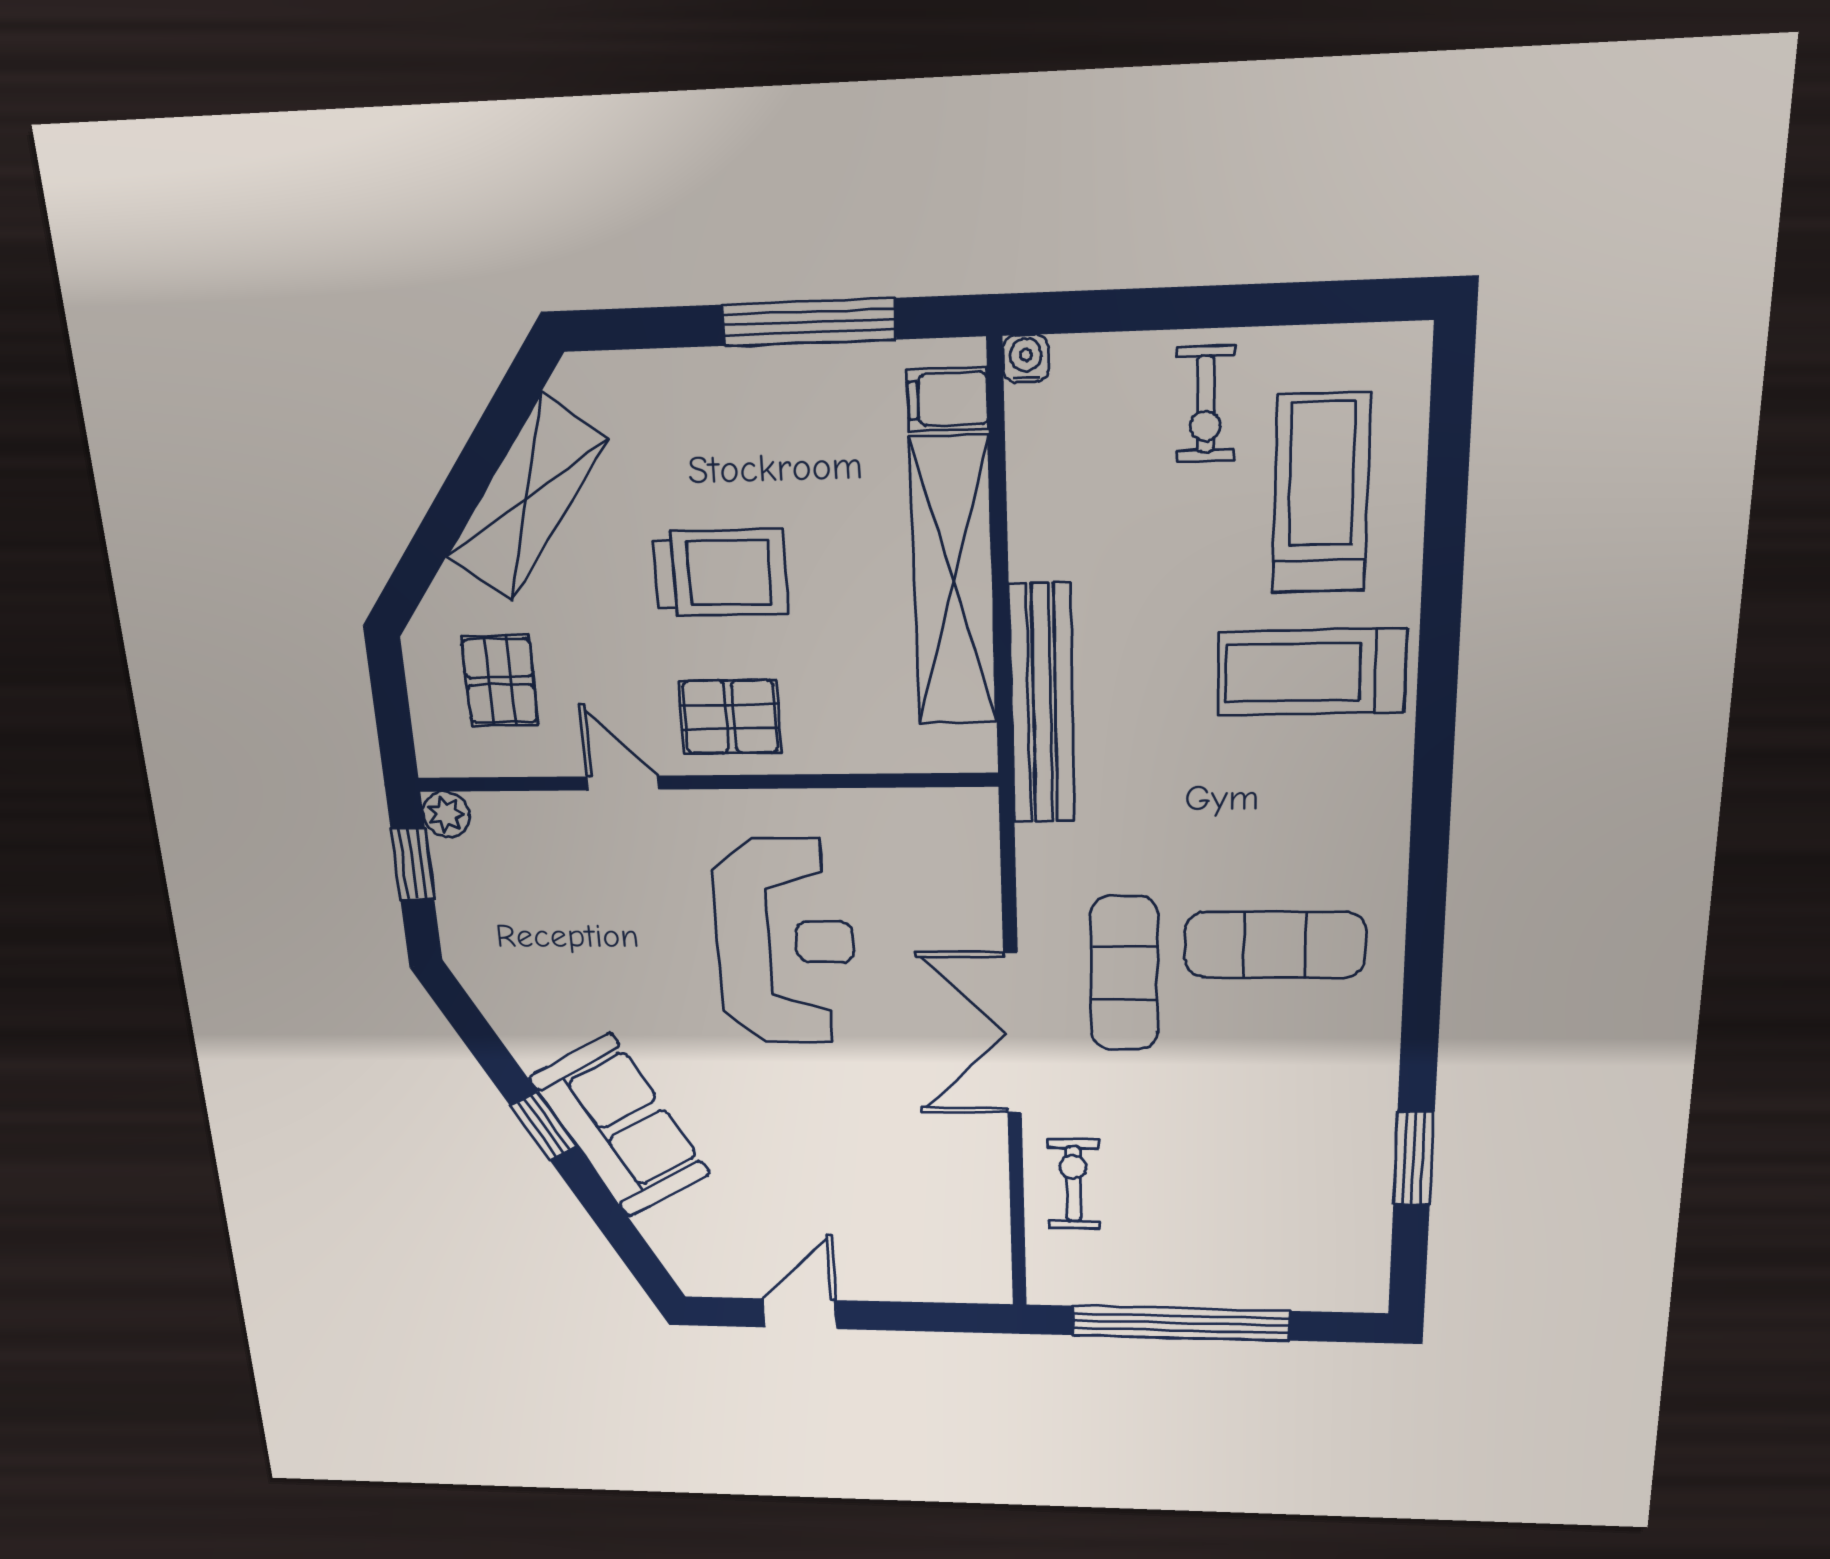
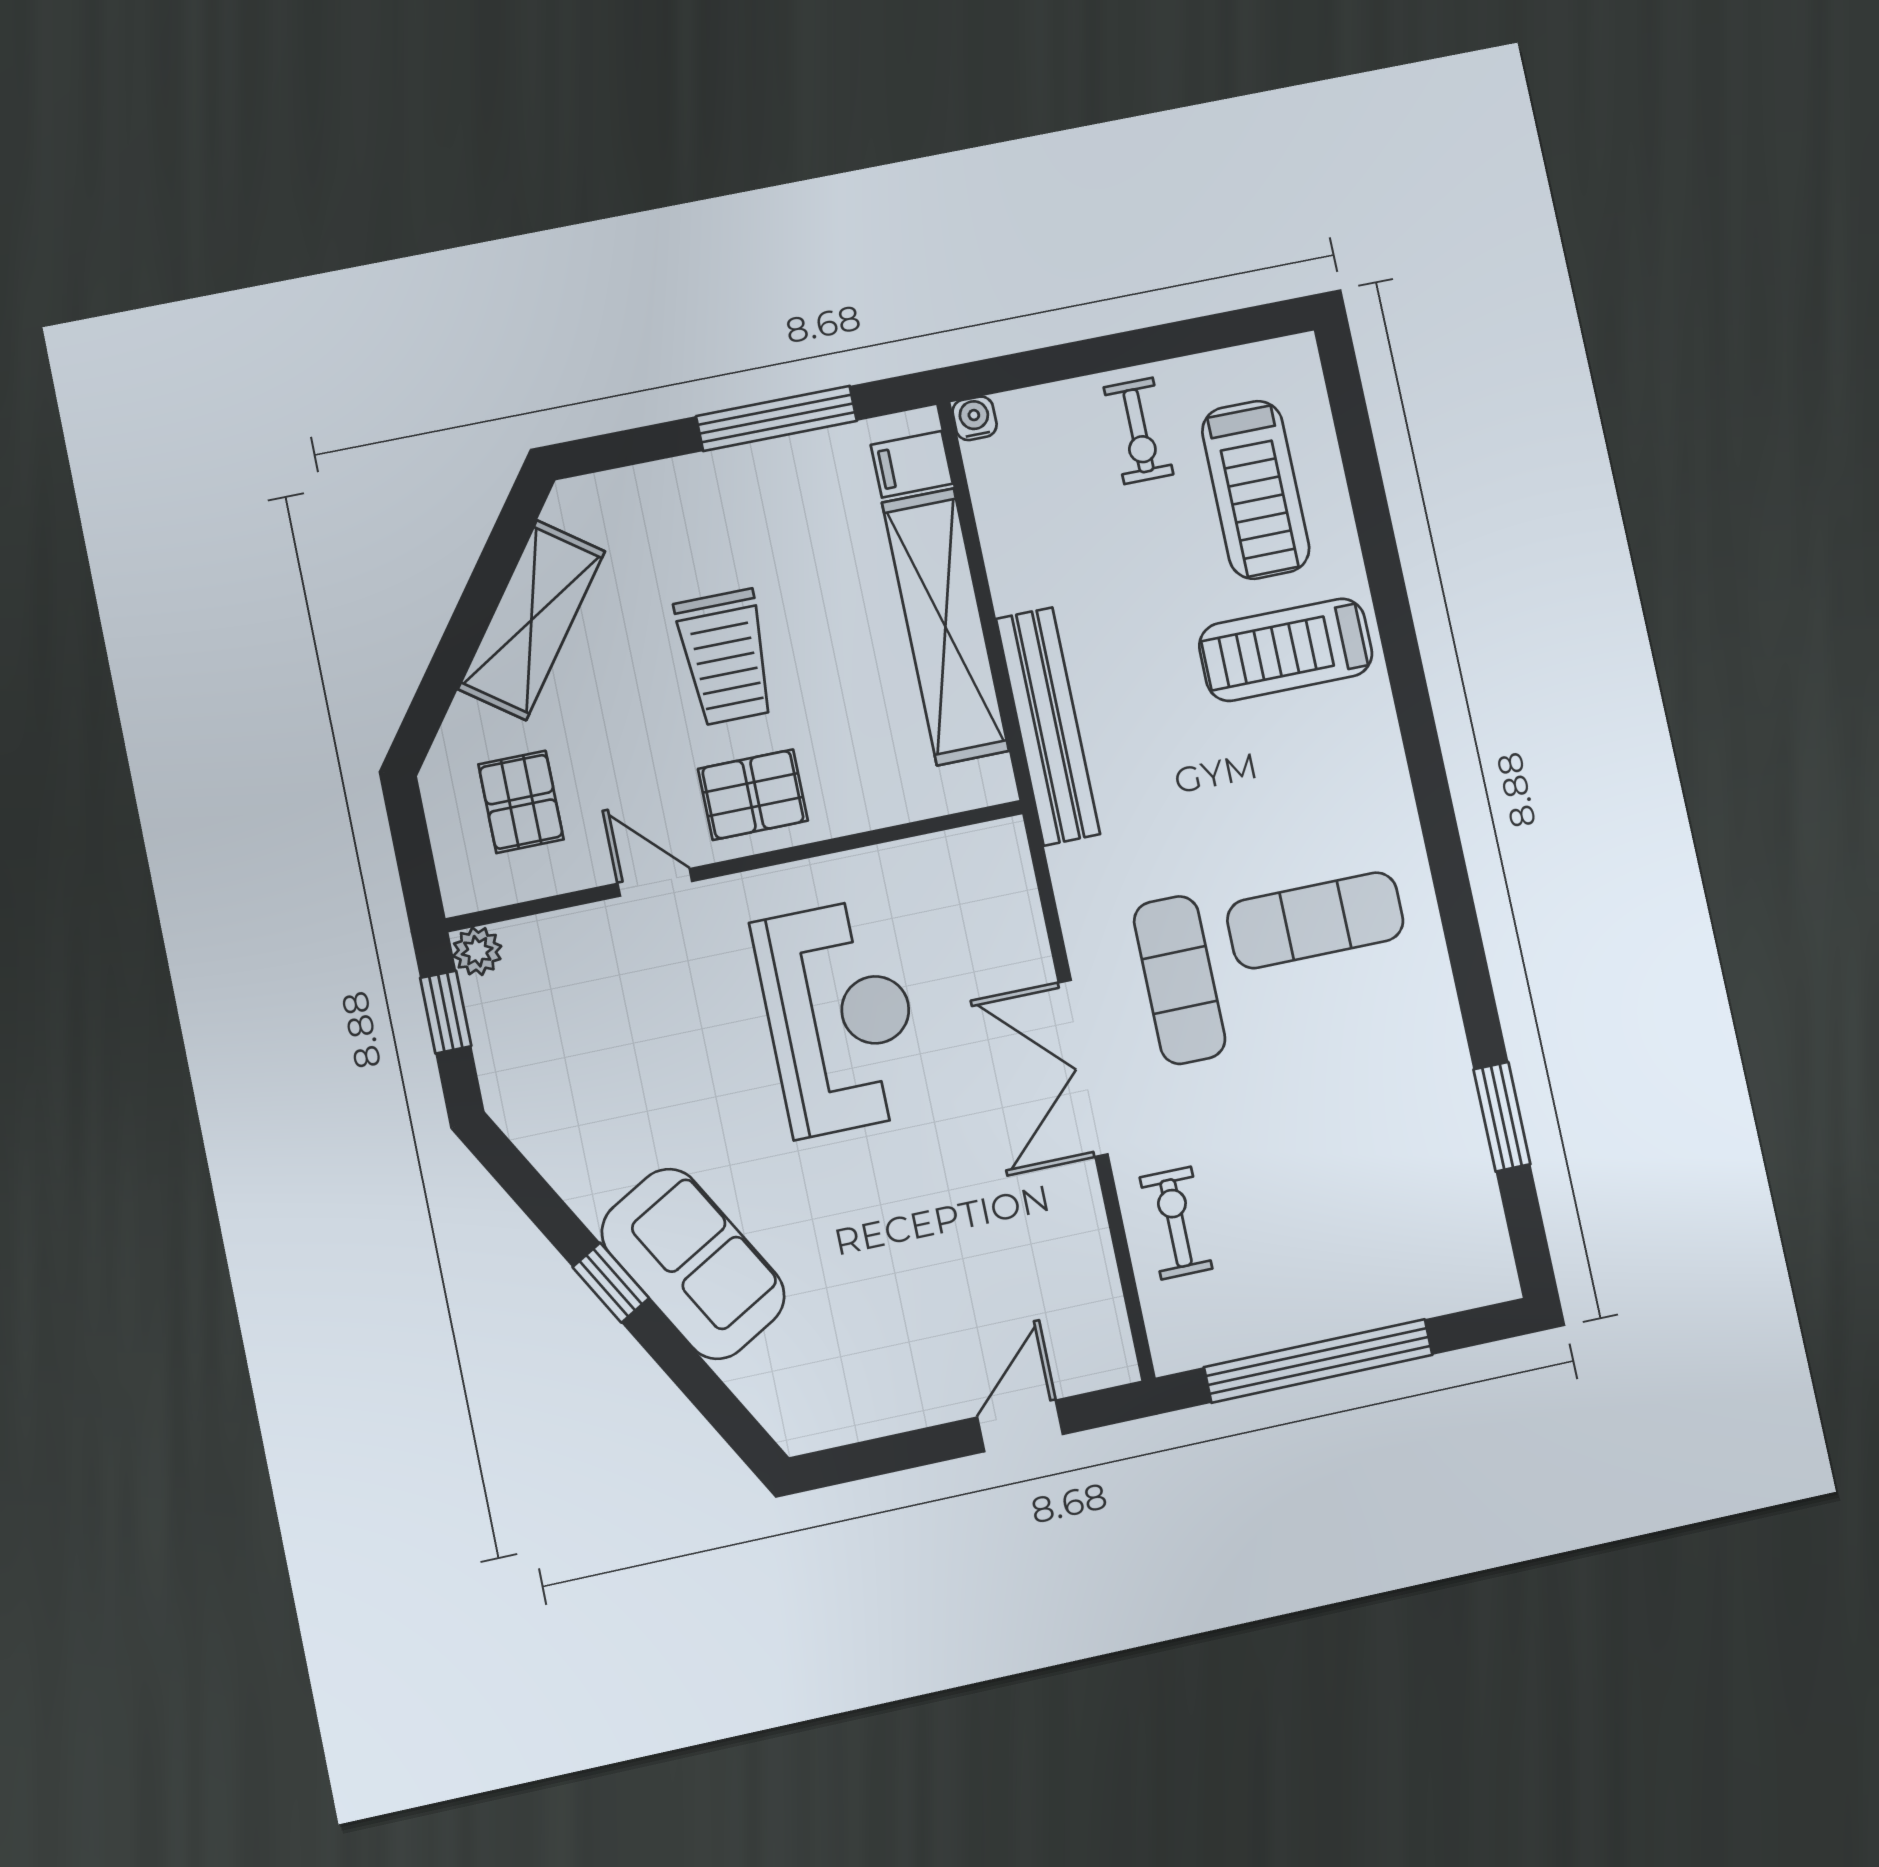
treadmill: (1321, 494) -> (1256, 490), turned 180
trolley: (720, 573) -> (725, 657), turned 90
door: (800, 1314) -> (1020, 1426), moved

